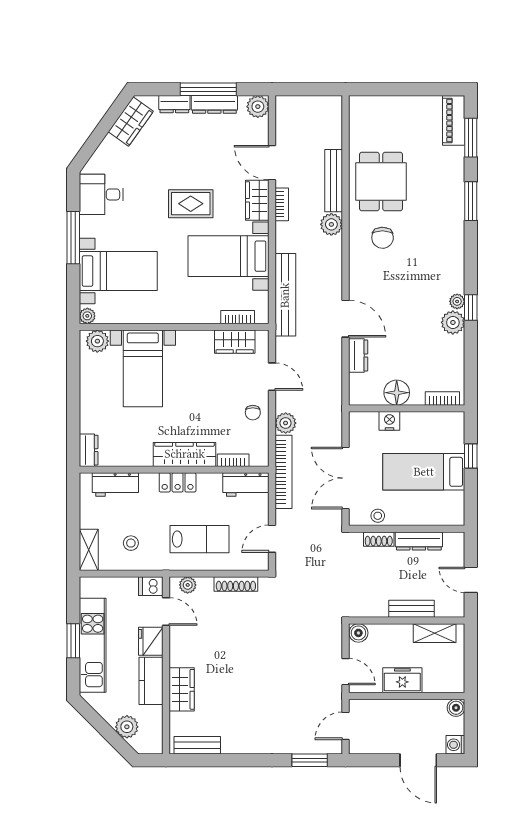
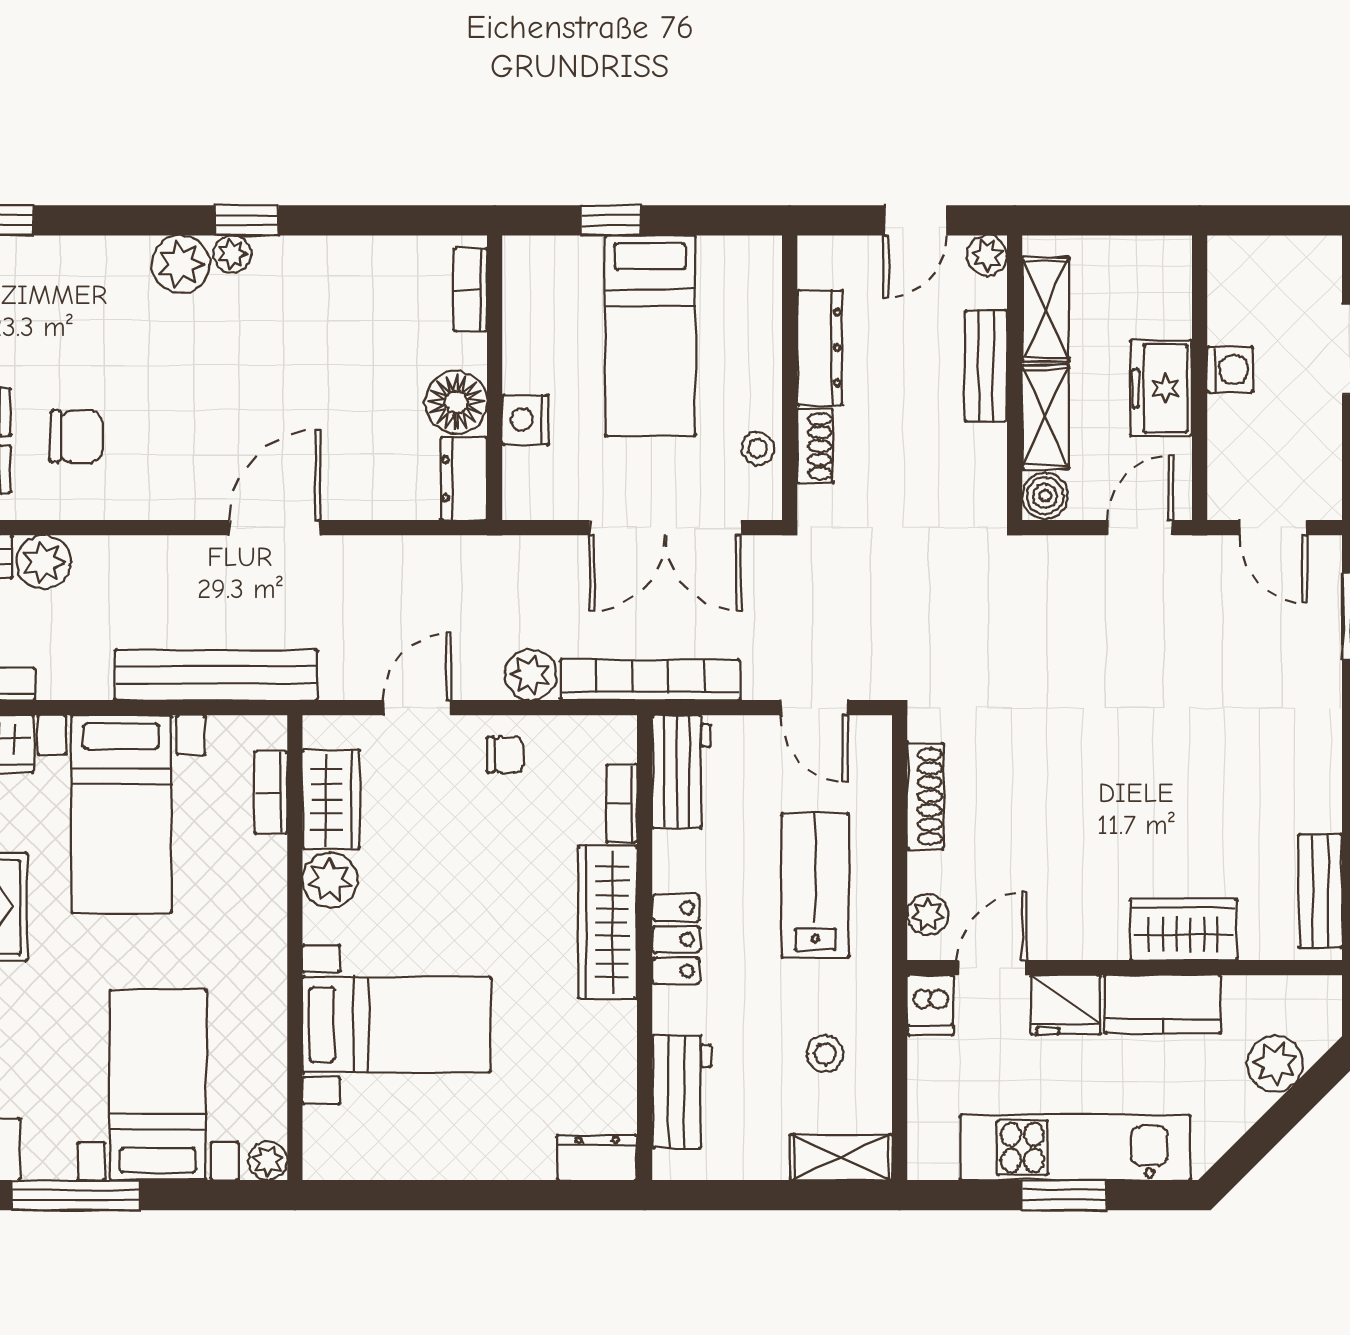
plant: (453, 322) -> (181, 264), moved
plant: (97, 341) -> (330, 880), moved
dresser: (358, 356) -> (464, 479), moved, turned -90
plant: (457, 609) -> (987, 255), added
shelving: (391, 633) -> (1045, 417), added
boiler: (456, 708) -> (1229, 257), removed
washing machine: (455, 745) -> (1230, 369), moved, turned -90

